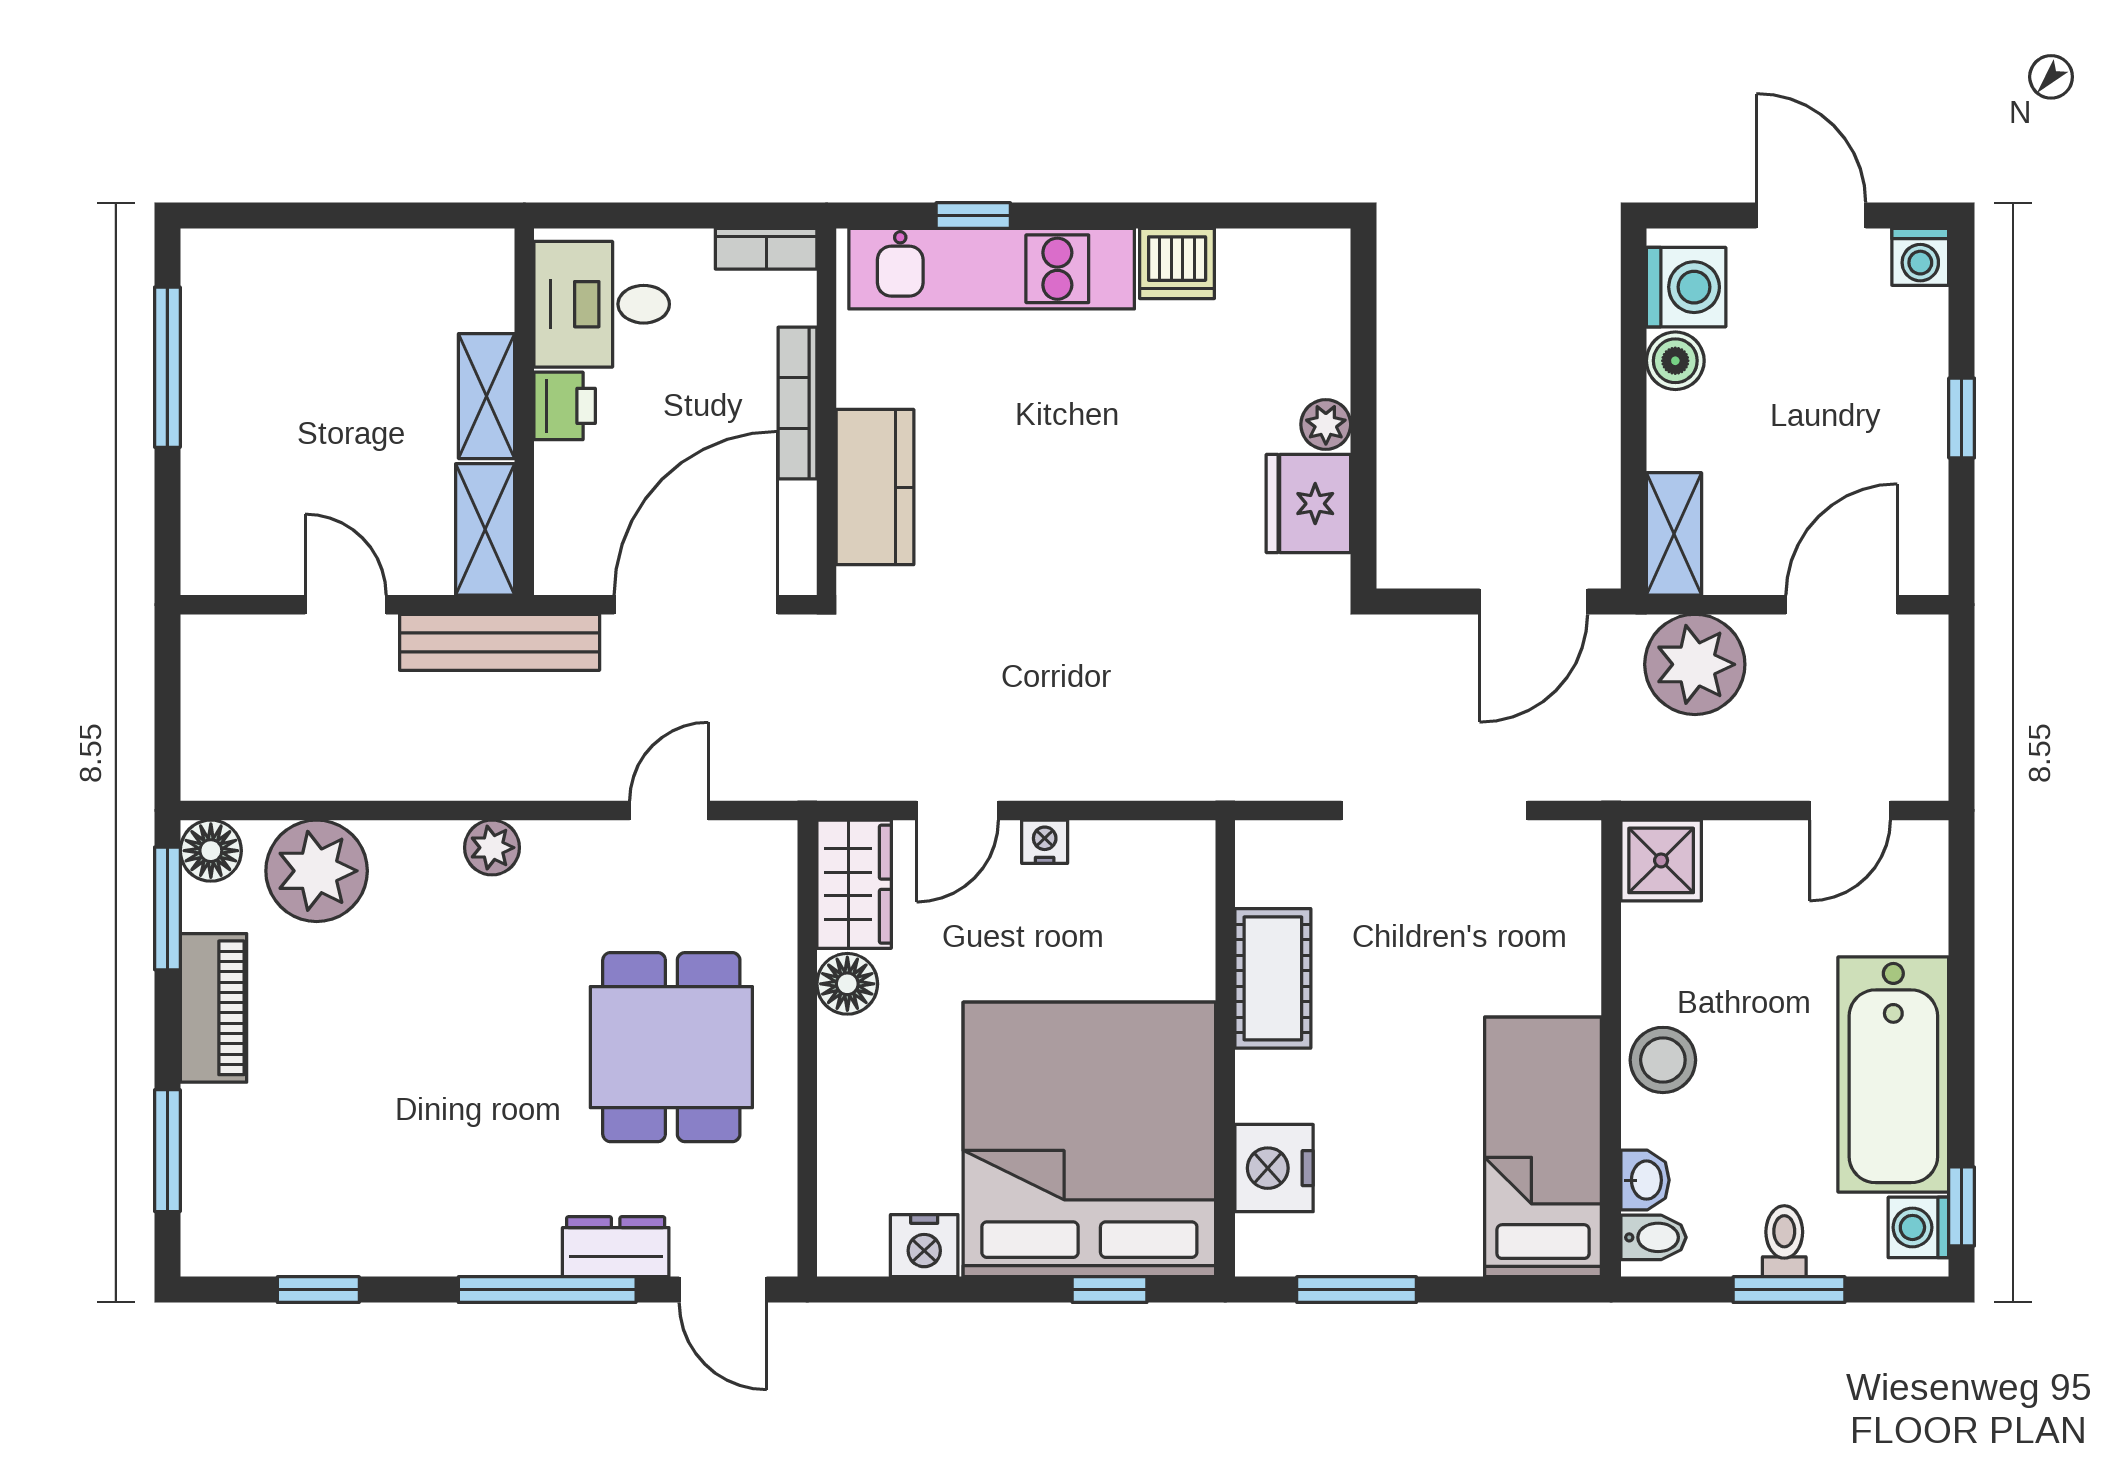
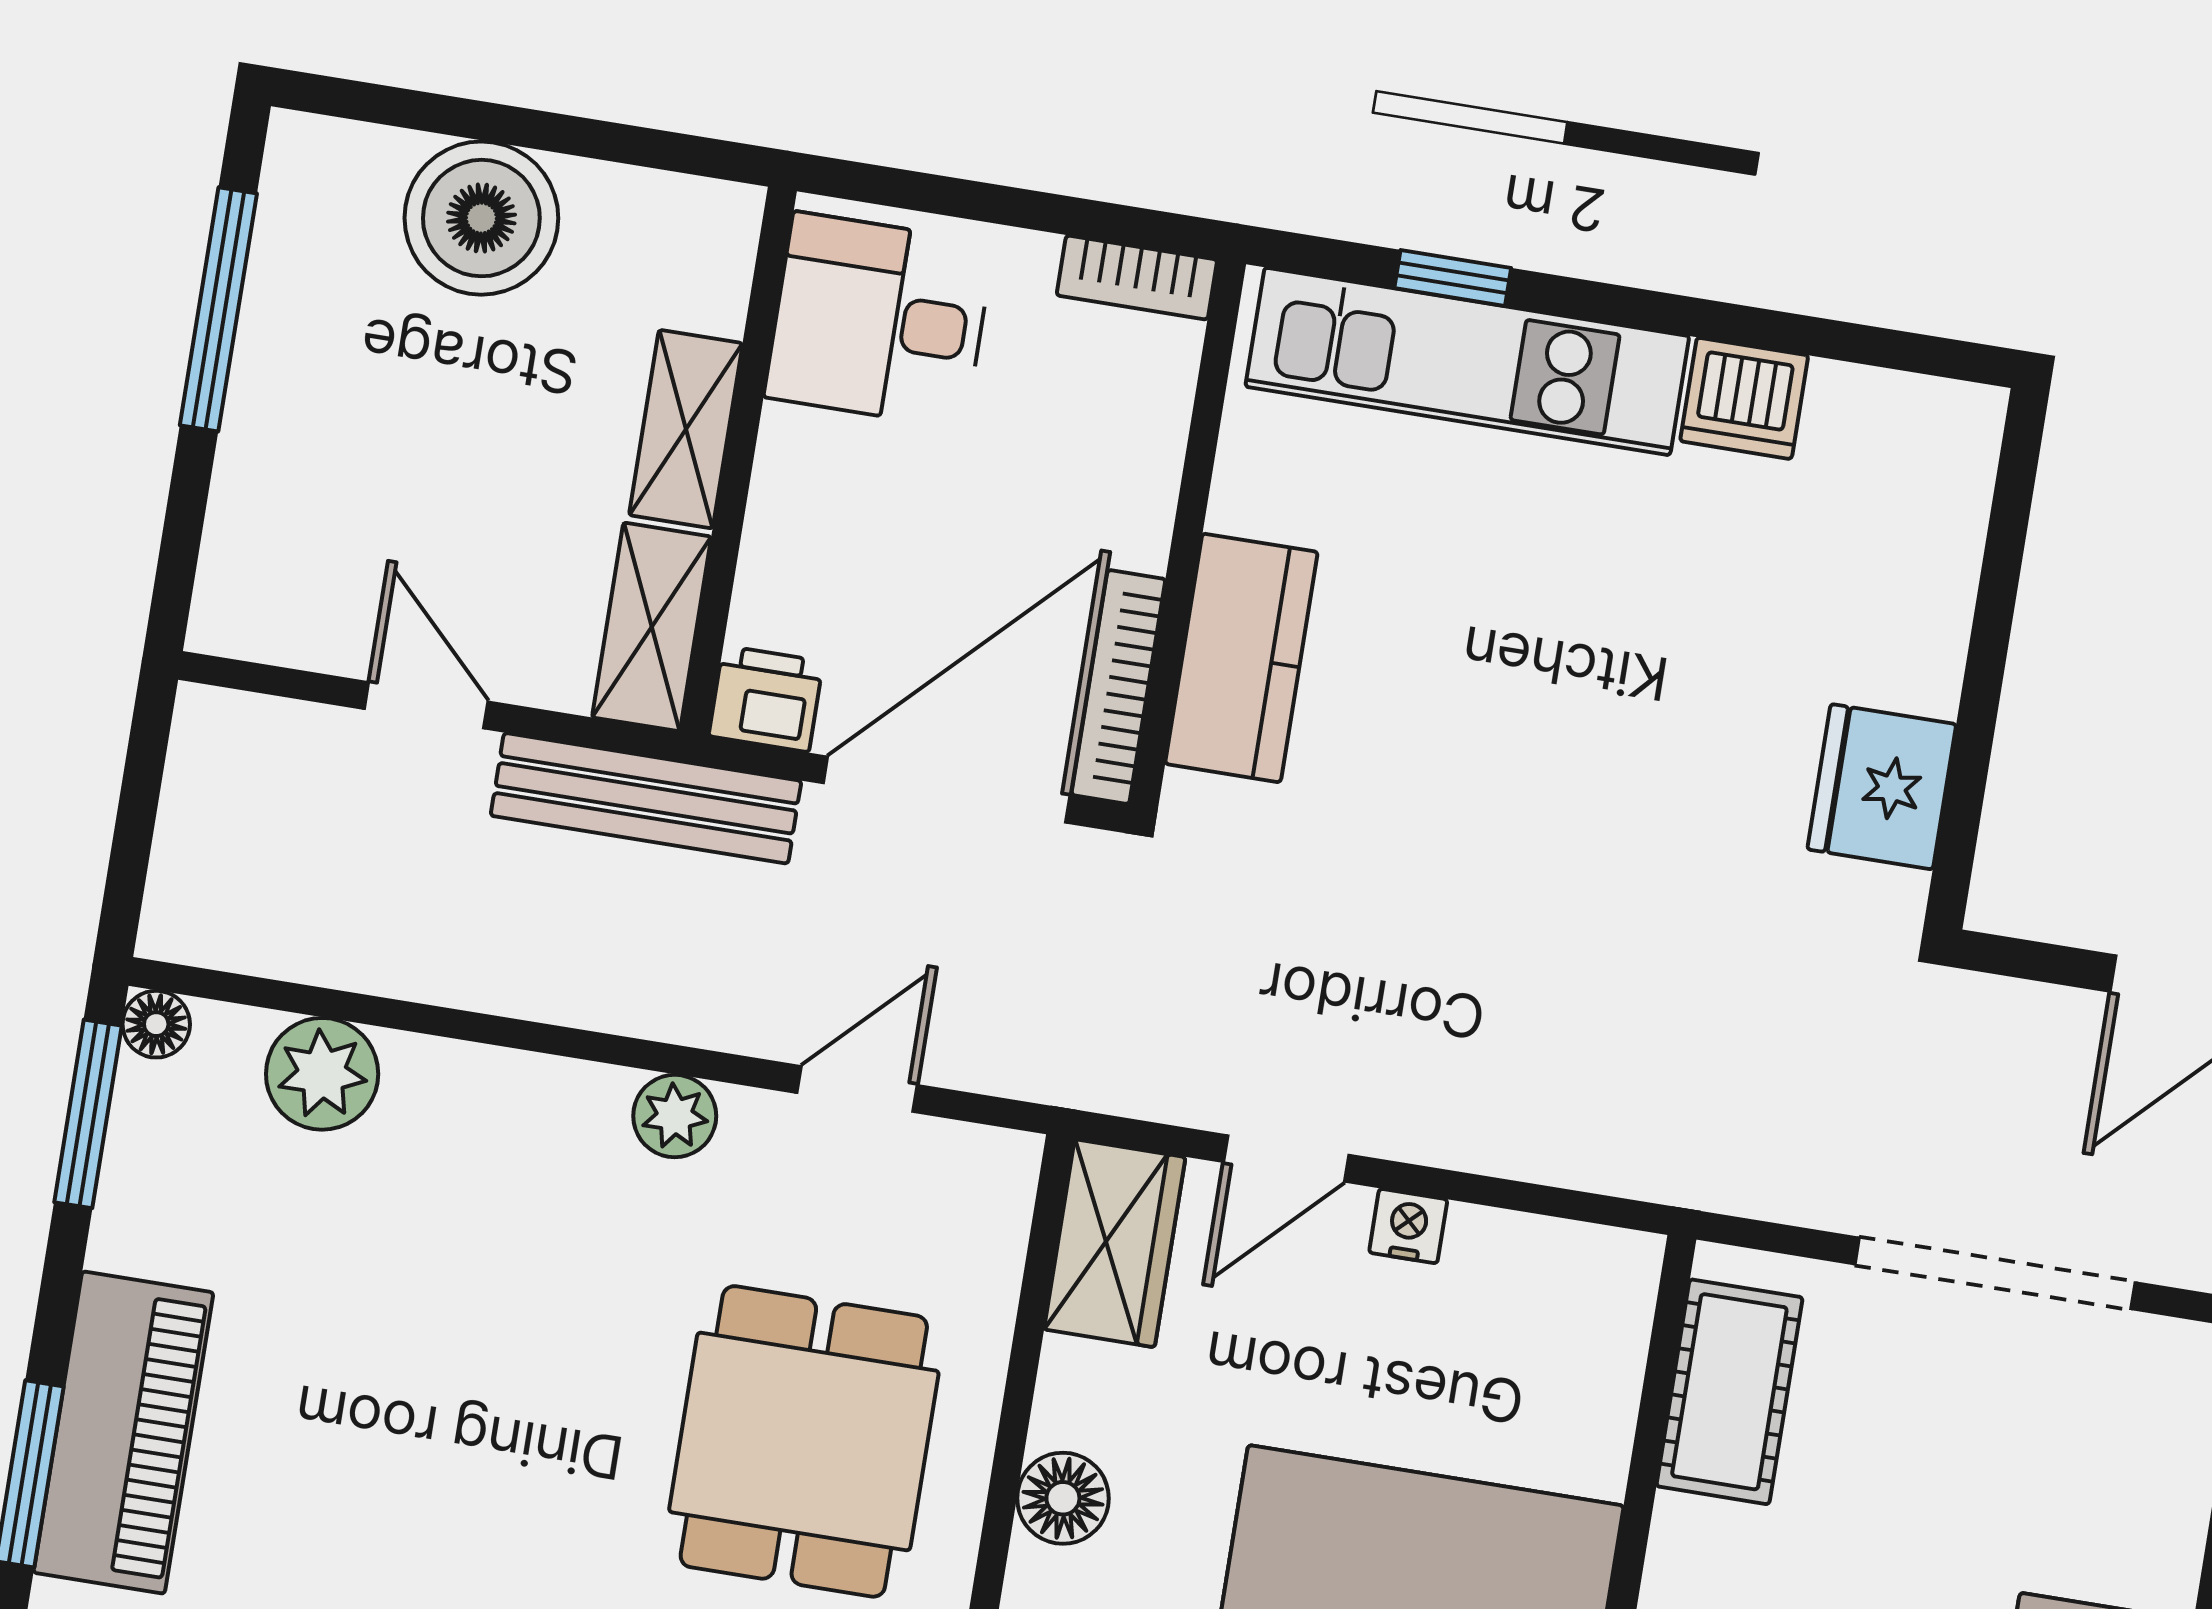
boiler: (330, 279) -> (481, 218), added
bookcase: (797, 403) -> (1118, 687), moved
printer: (565, 406) -> (766, 699), moved, turned -90
plant: (1326, 424) -> (1927, 673), removed
plant: (492, 848) -> (675, 1116), moved
floor lamp: (211, 851) -> (156, 1024), width x0.73, depth x0.73
plant: (317, 871) -> (322, 1074), width x0.73, depth x0.73
cot: (1273, 978) -> (1729, 1392), moved
floor lamp: (847, 984) -> (1063, 1498), moved
piano: (214, 1008) -> (123, 1433), moved, width x1.37, depth x1.33

